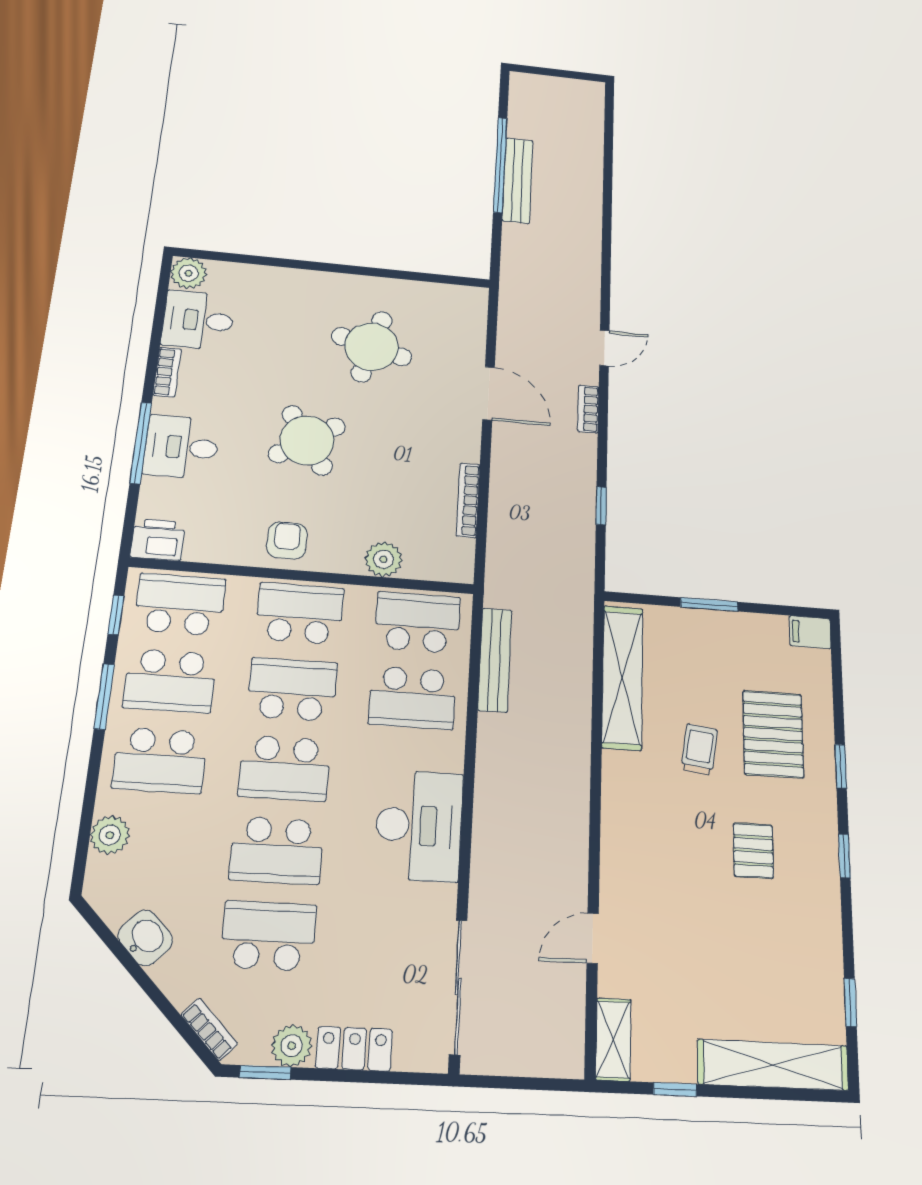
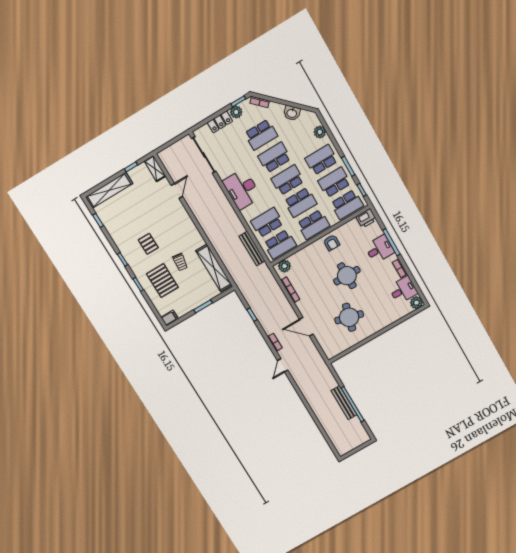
round table: (307, 440) -> (347, 276), turned 33
plant: (384, 559) -> (284, 266), moved

